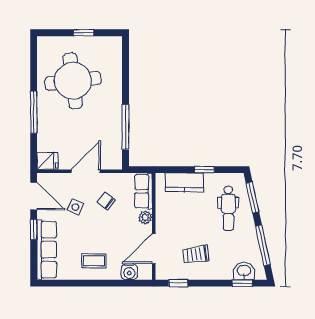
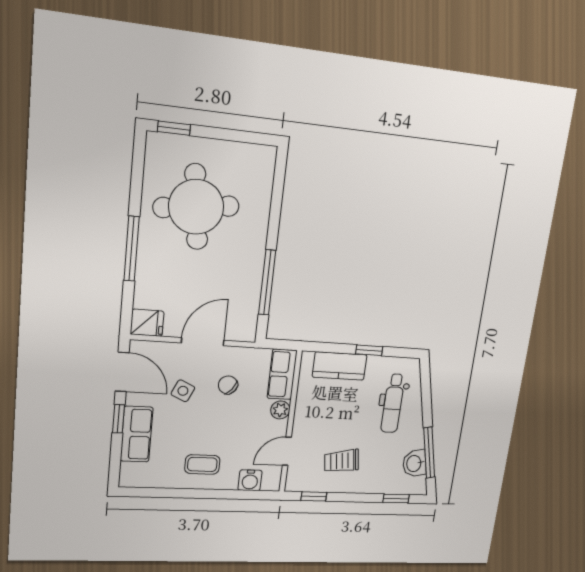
window: (84, 33) -> (174, 128), moved
window: (252, 197) -> (426, 391), removed
door: (154, 249) -> (287, 451), width x0.73
row of seats: (47, 250) -> (137, 434), width x0.68
washbasin: (244, 271) -> (414, 463), moved, turned -102

